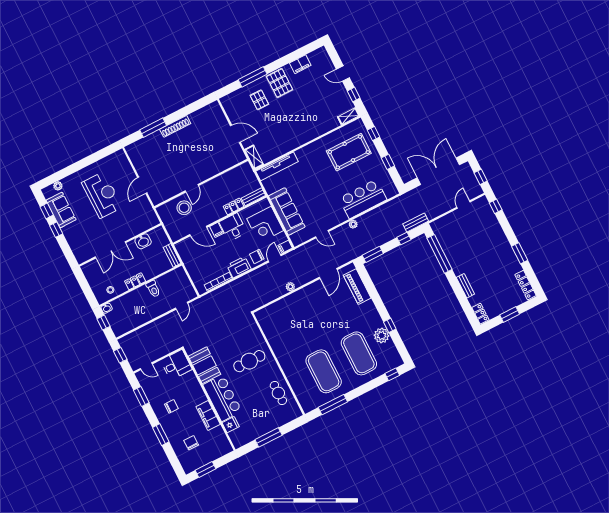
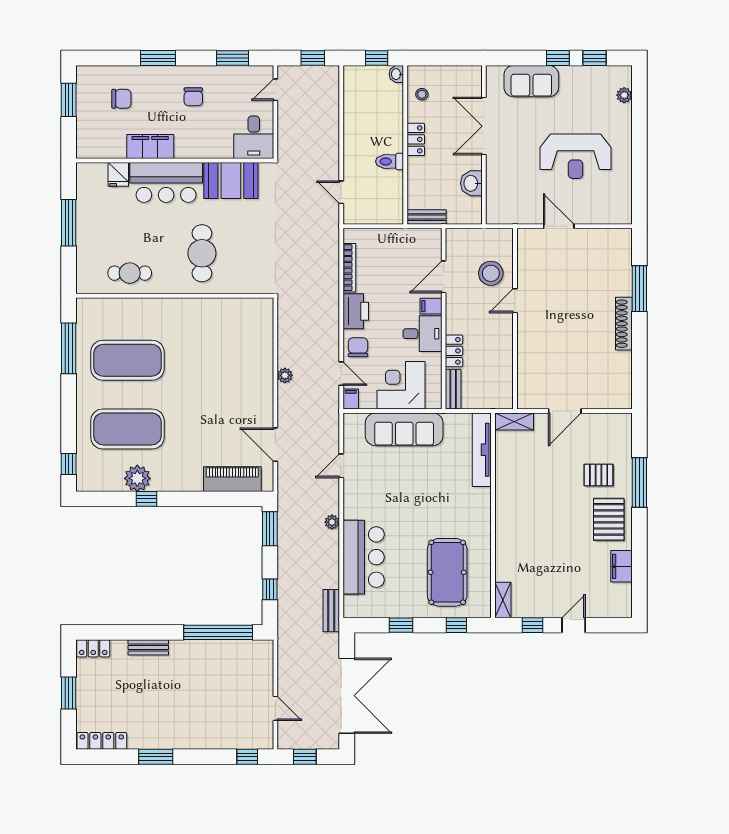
pallet: (279, 83) -> (609, 519), turned 90
door: (192, 188) -> (515, 301), hinge flipped
sofa: (61, 210) -> (531, 81), moved
bench: (416, 223) -> (331, 611), moved

